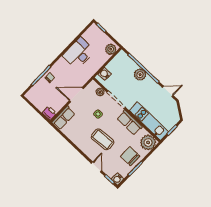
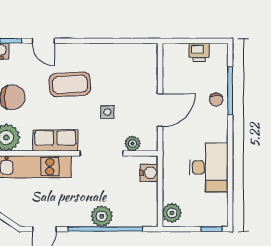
printer: (49, 113) -> (199, 52), moved
row of seats: (64, 118) -> (148, 64), removed

